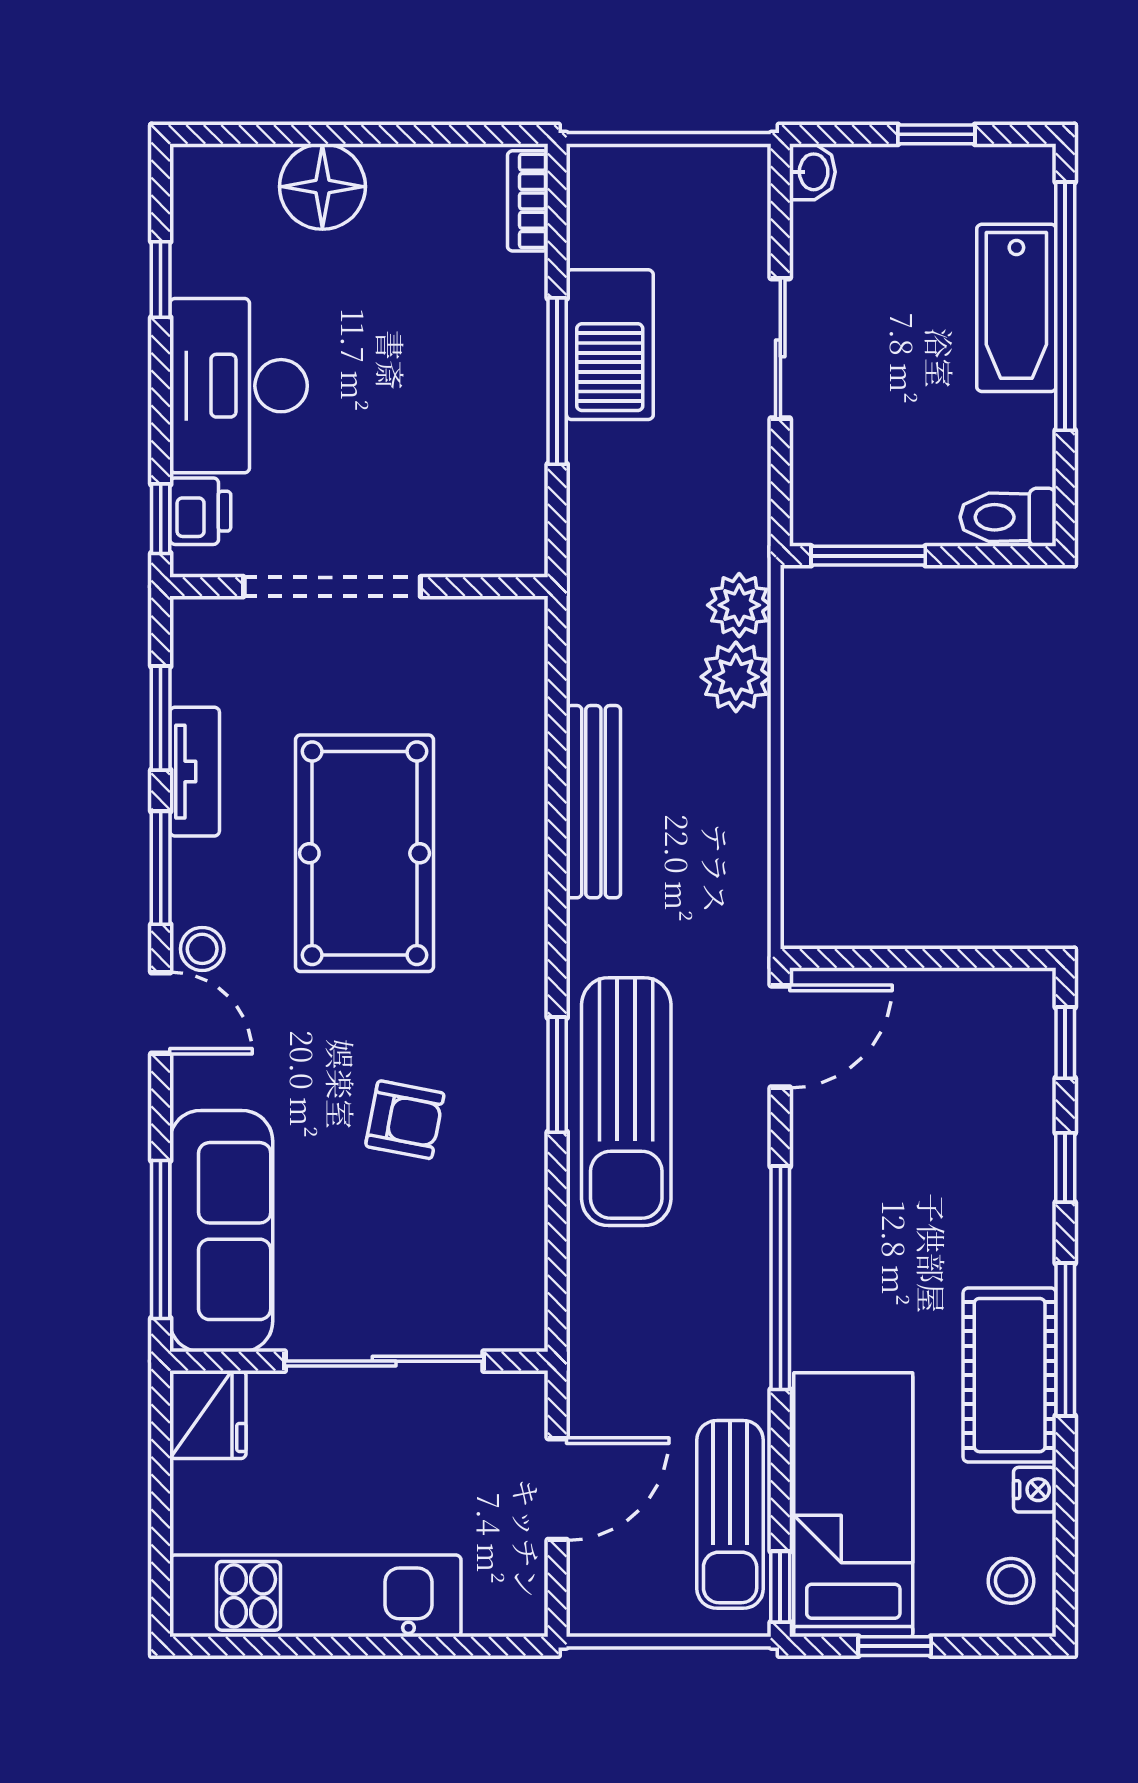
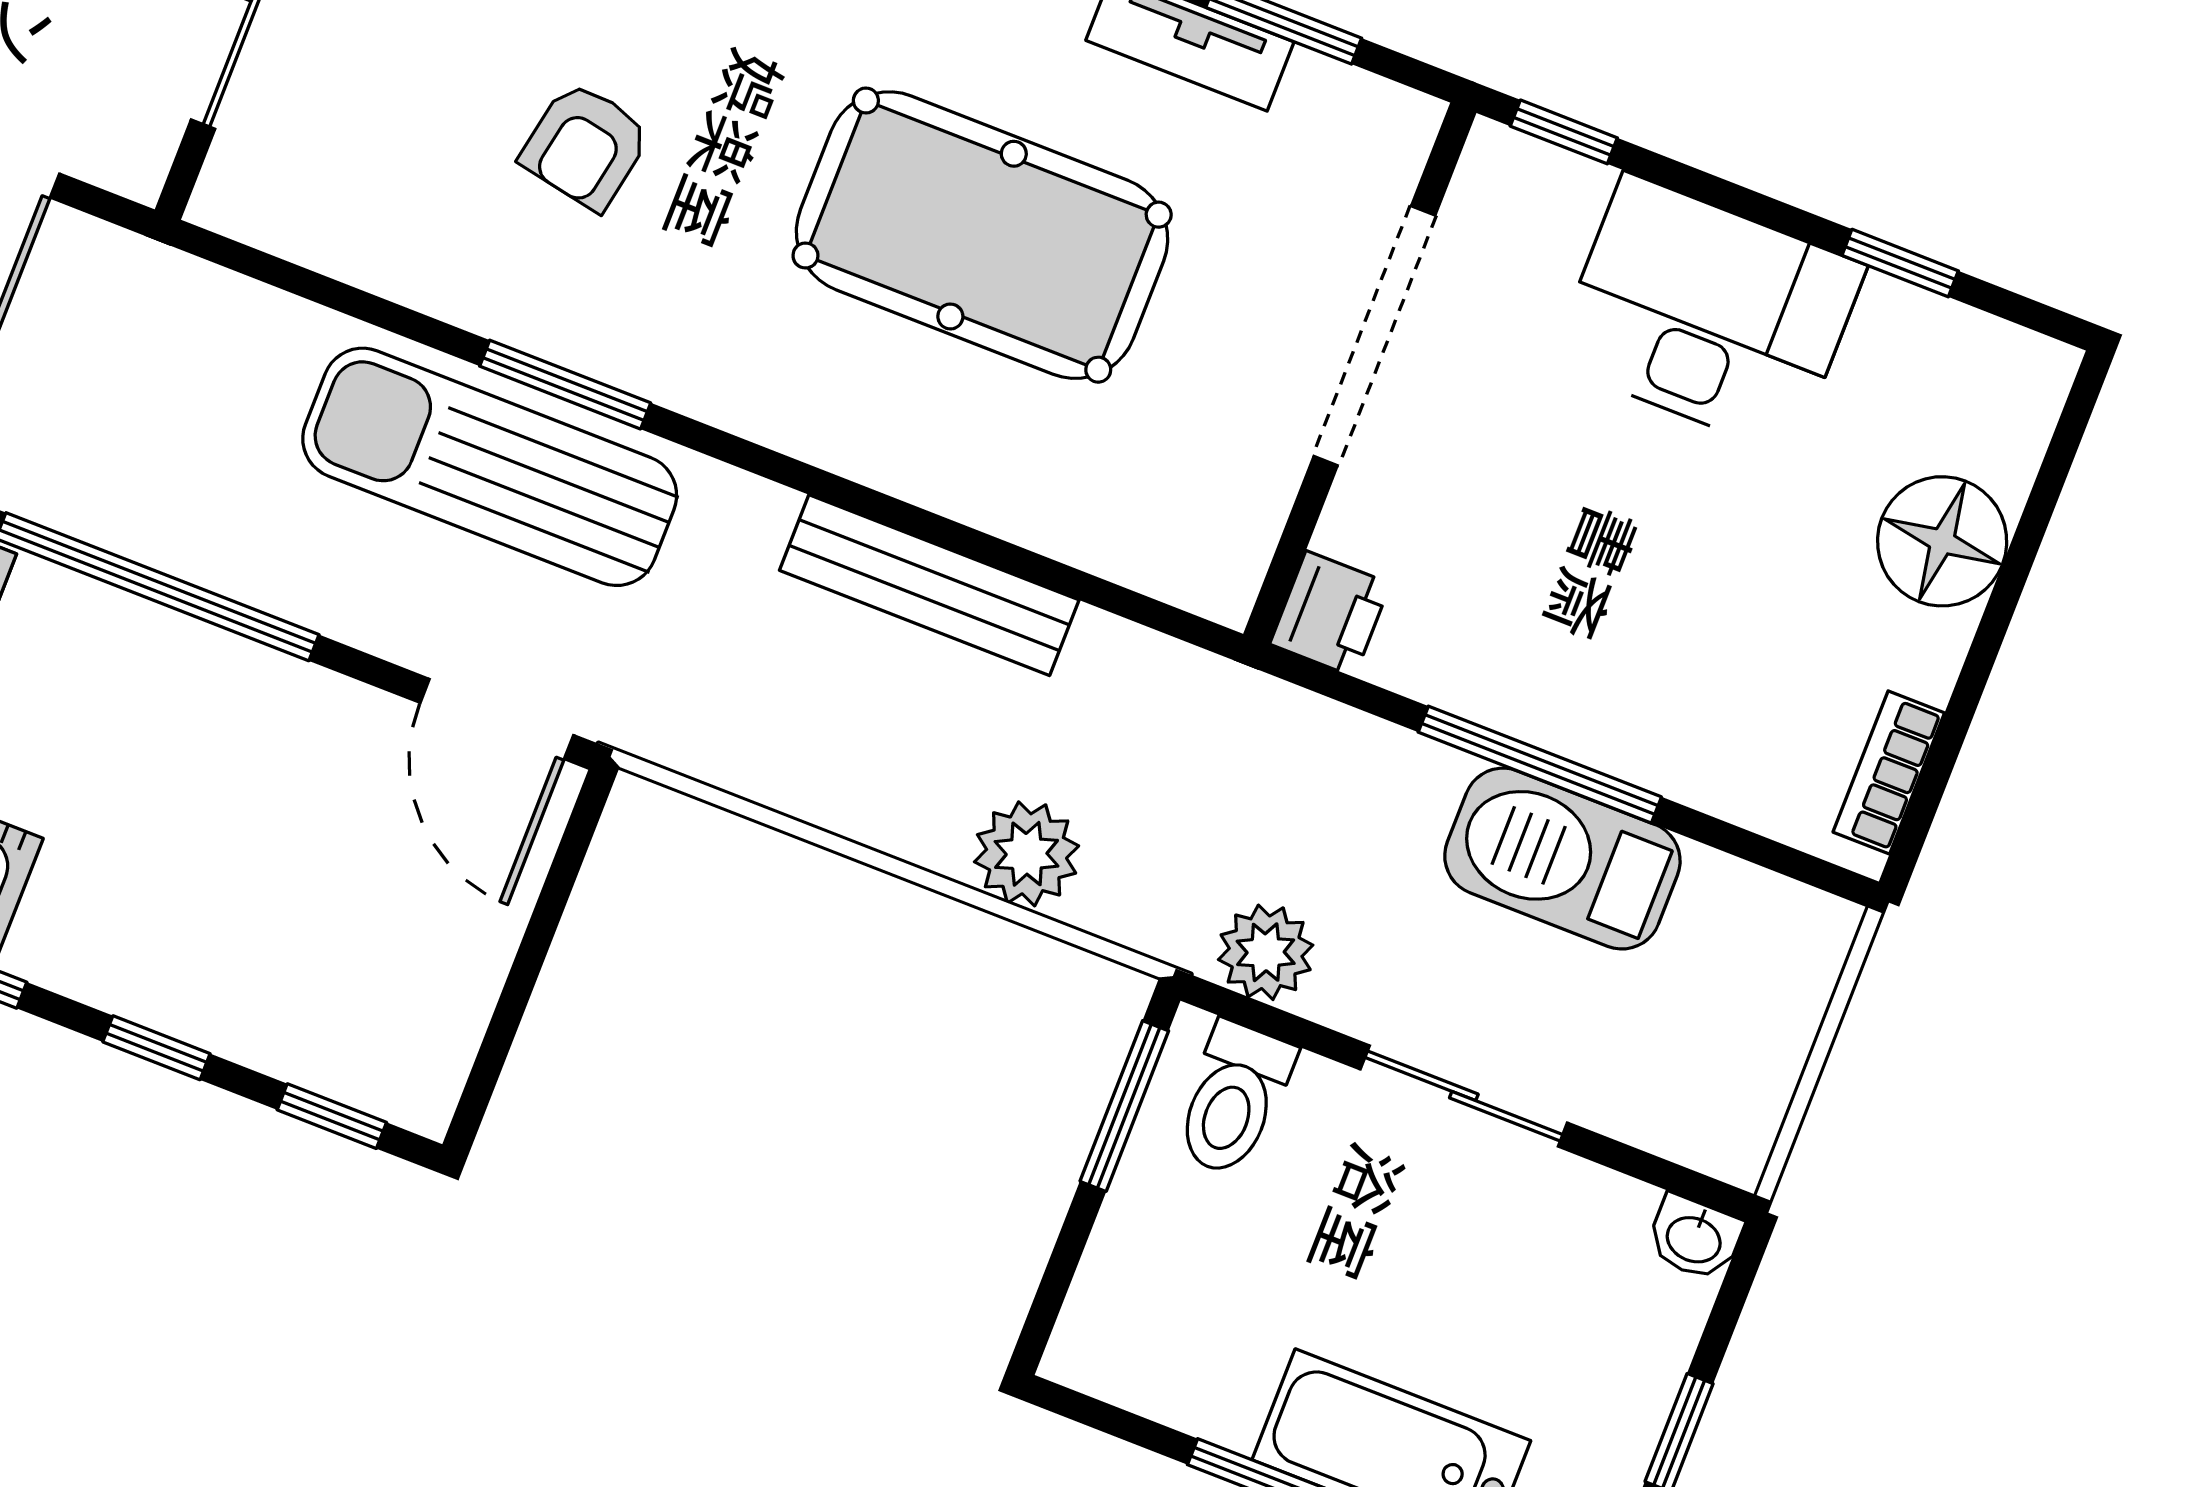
bookcase: (528, 201) -> (1889, 773), moved, turned -90
printer: (200, 511) -> (1330, 614), moved, turned -90
toilet: (1008, 517) -> (1234, 1099), moved, turned 180
plant: (739, 605) -> (1266, 952), moved

